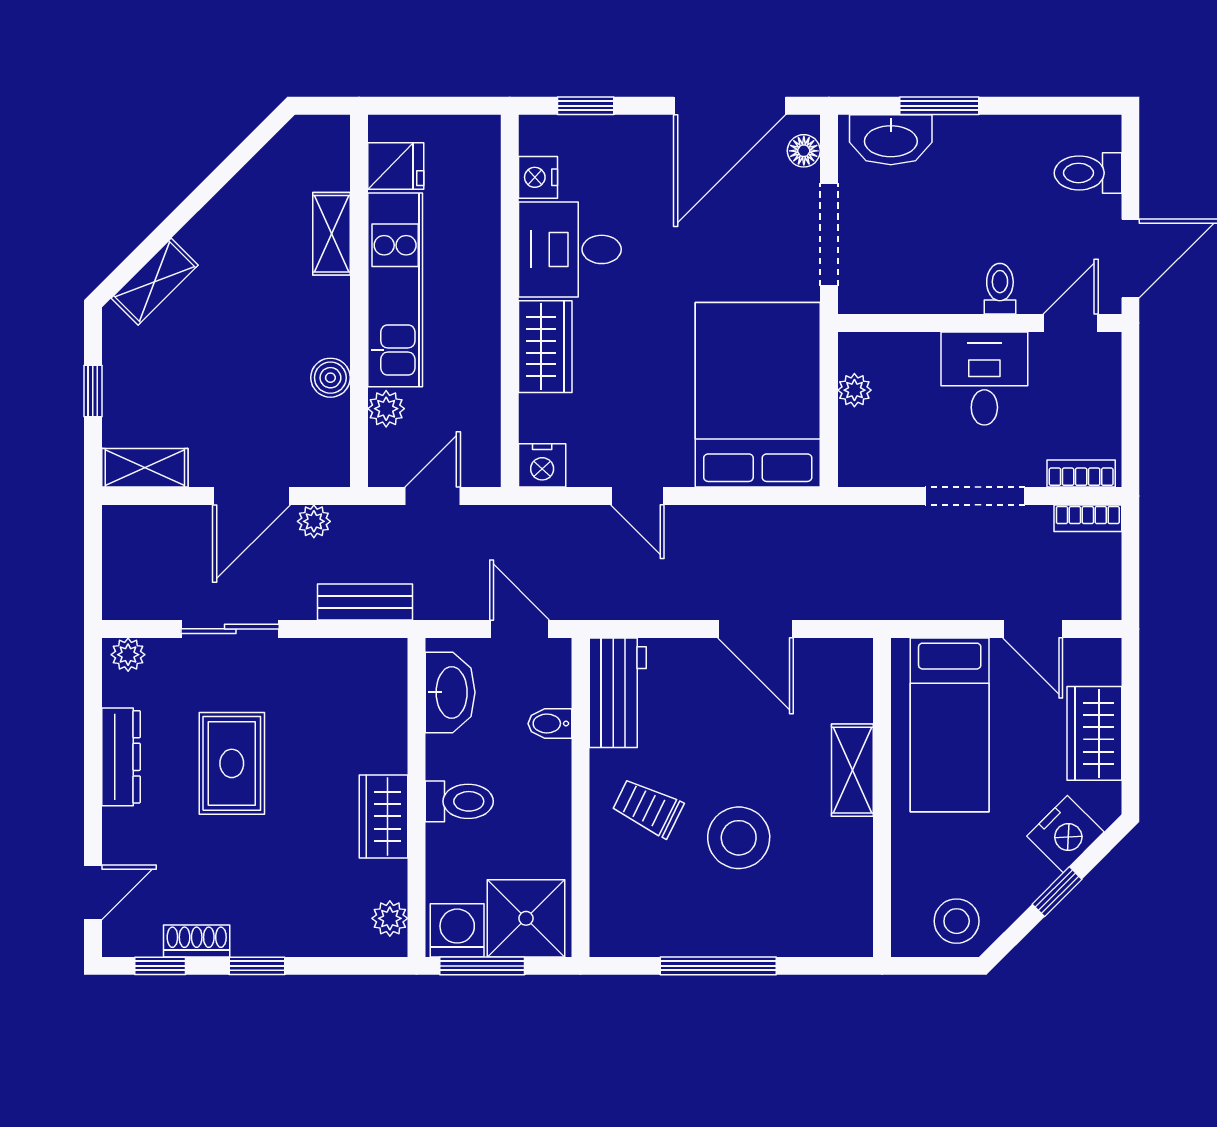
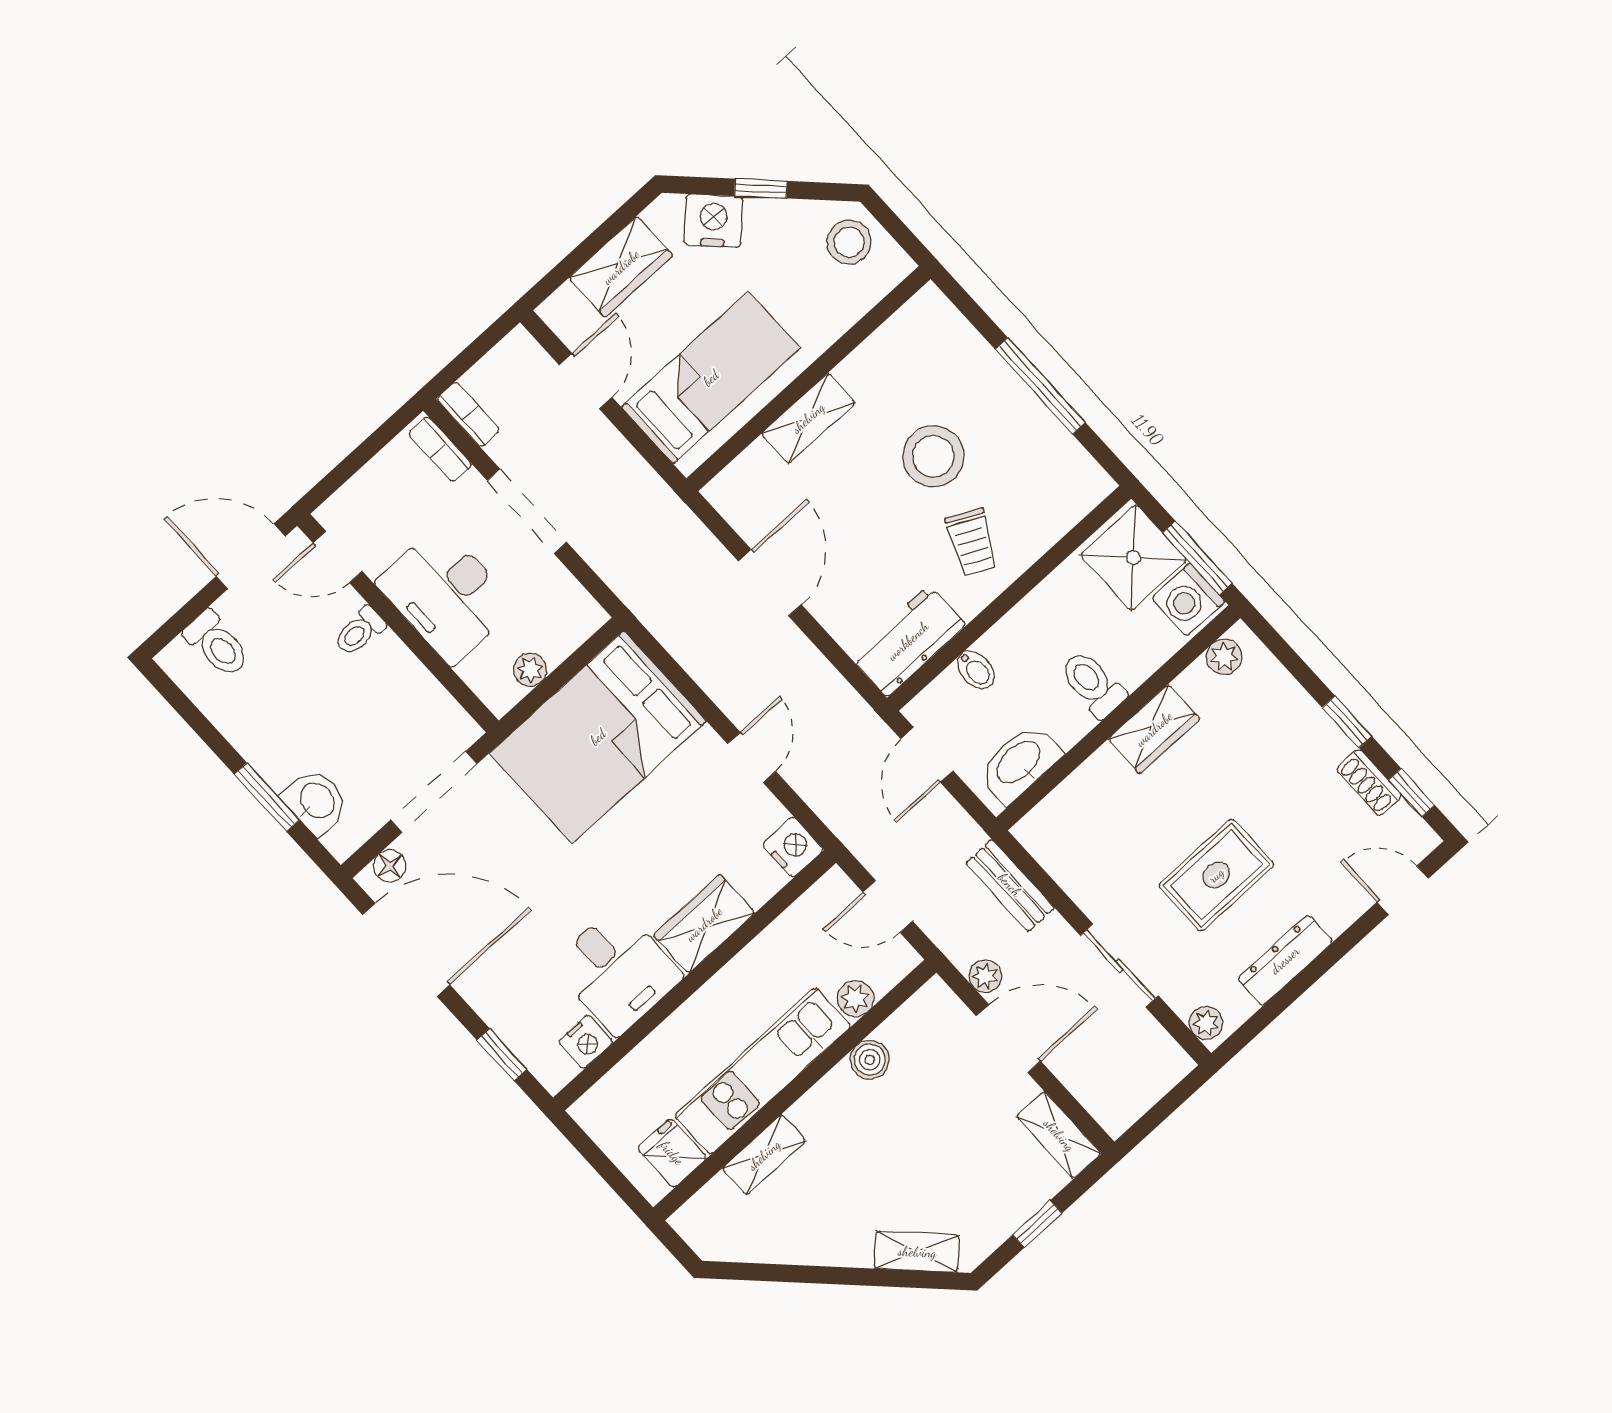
washbasin: (891, 140) -> (316, 801), width x0.72
desk: (984, 379) -> (446, 595), width x1.37

